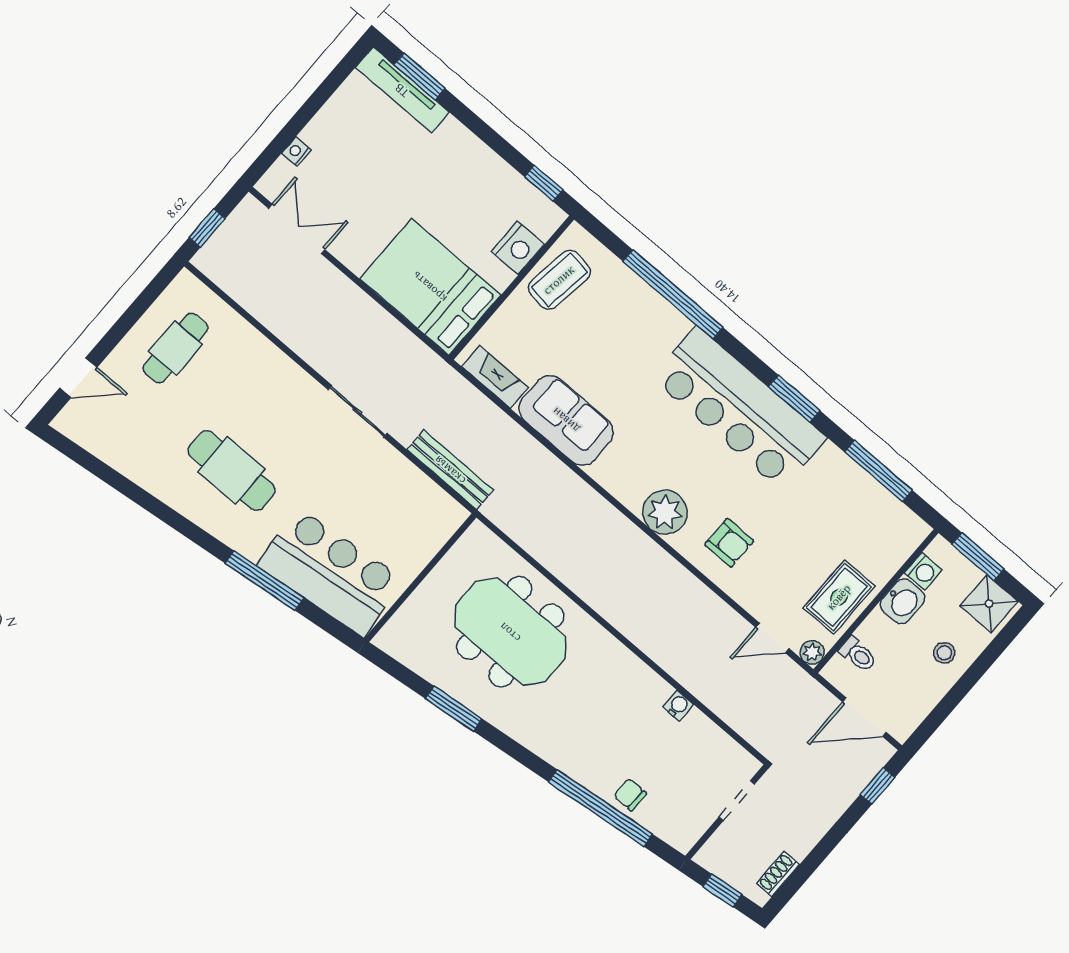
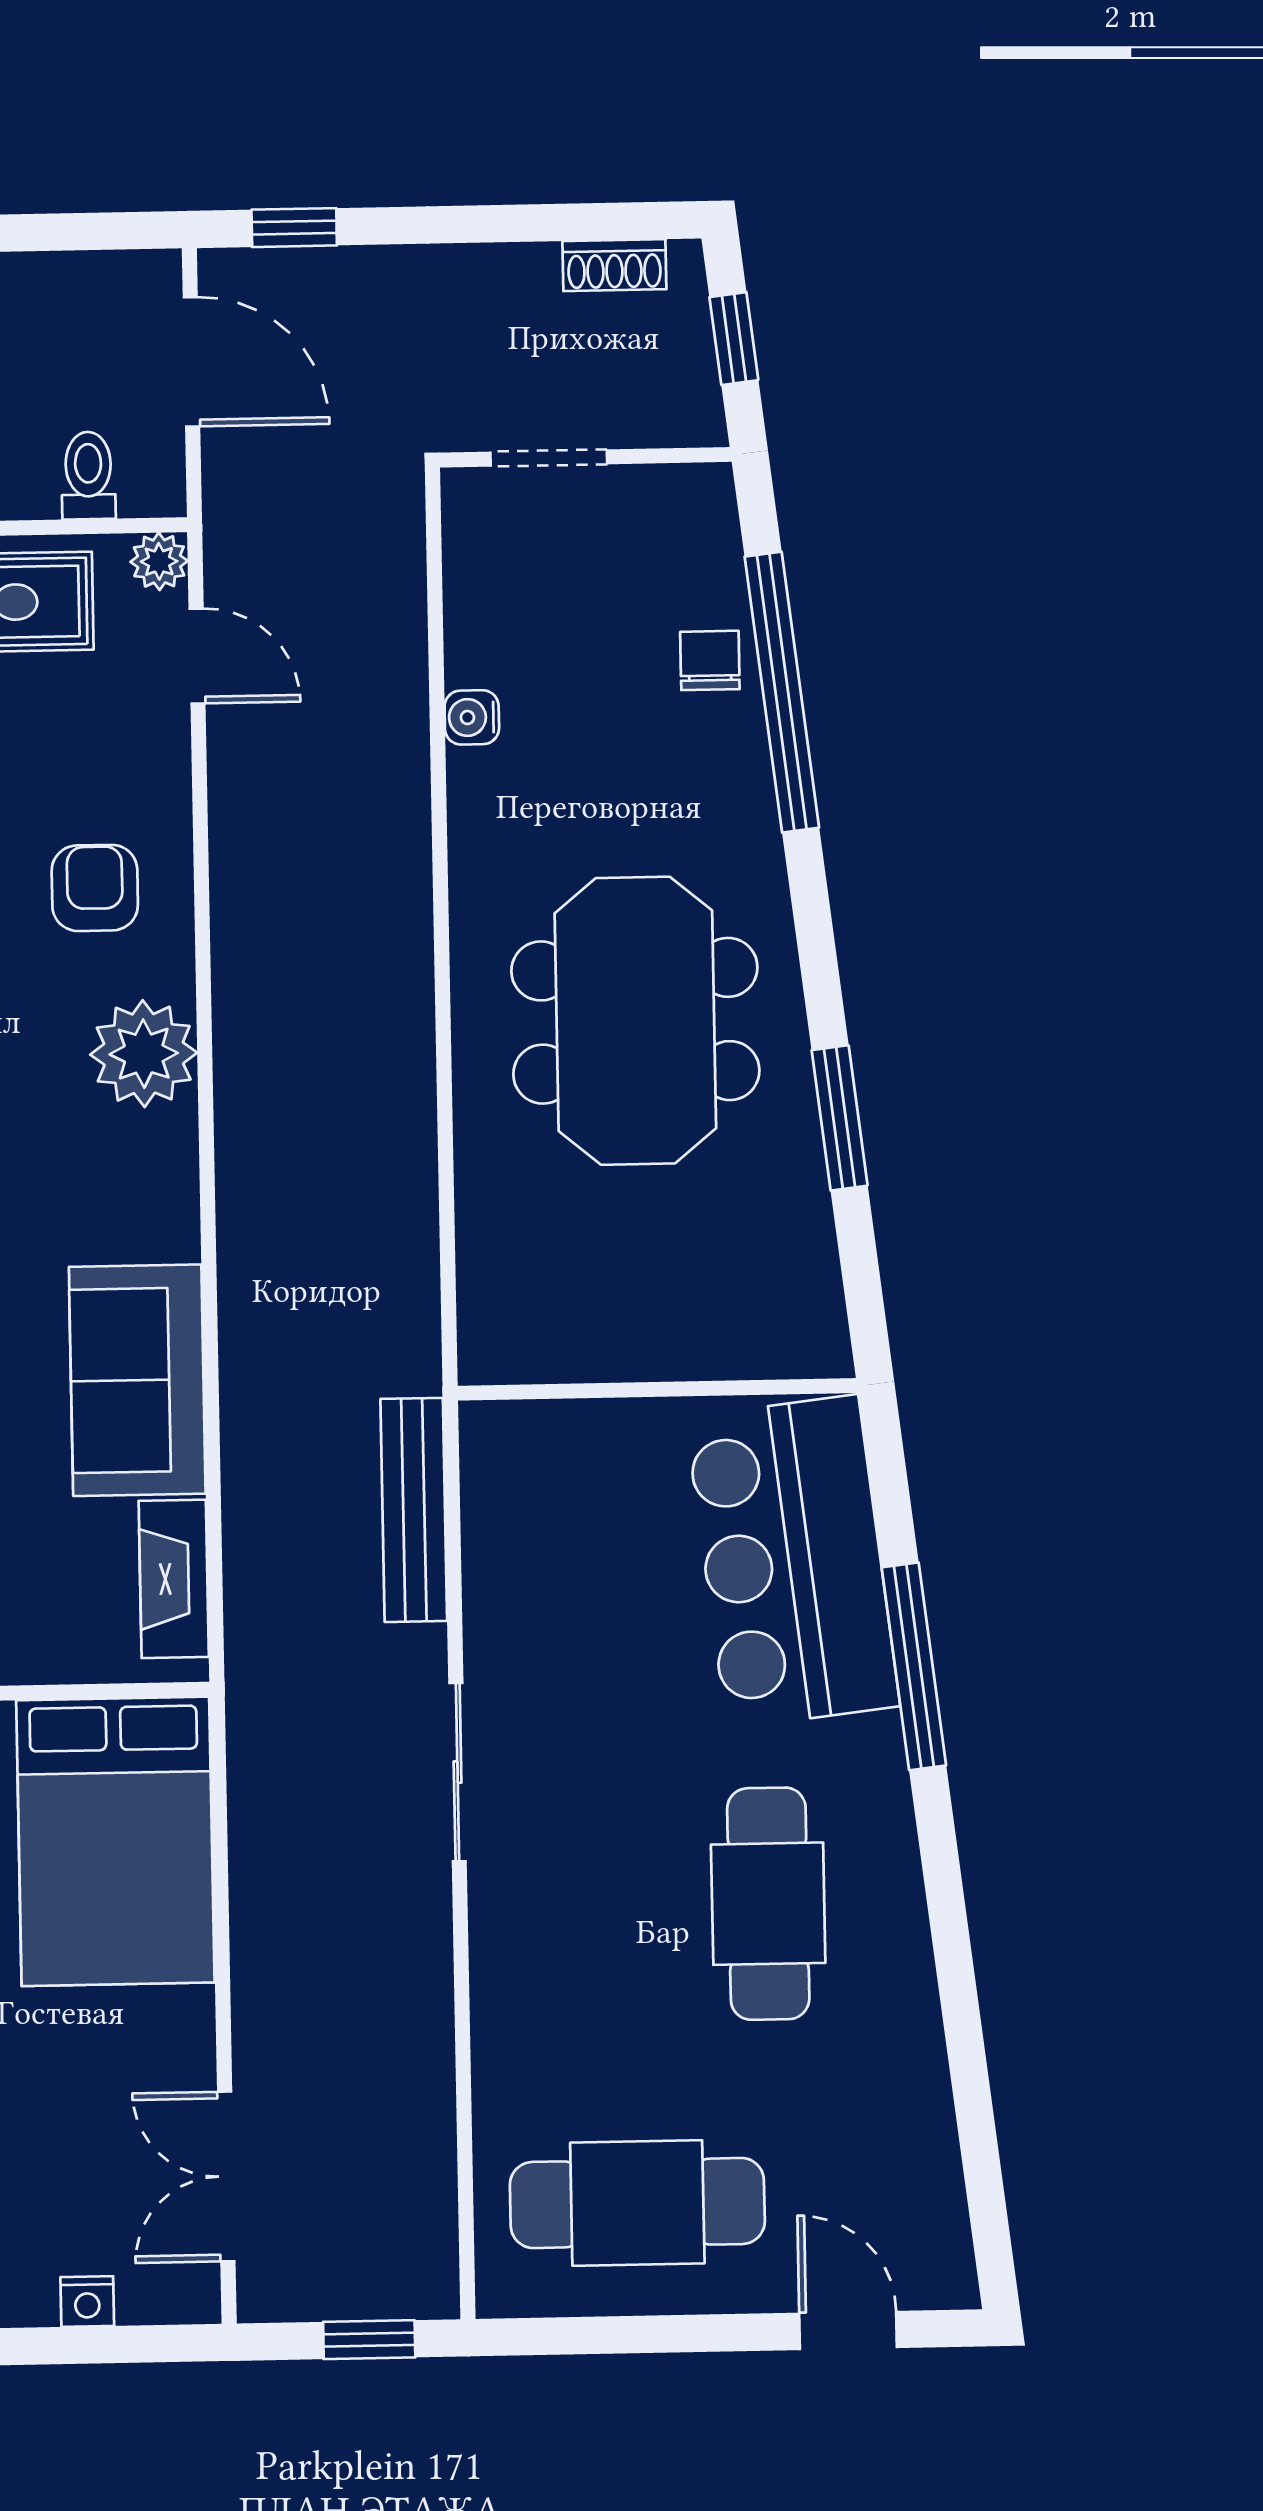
cafe table: (175, 348) -> (637, 2203), width x1.37, depth x1.35
meeting table: (510, 632) -> (635, 1021), moved
chair: (630, 795) -> (710, 660), turned 180

